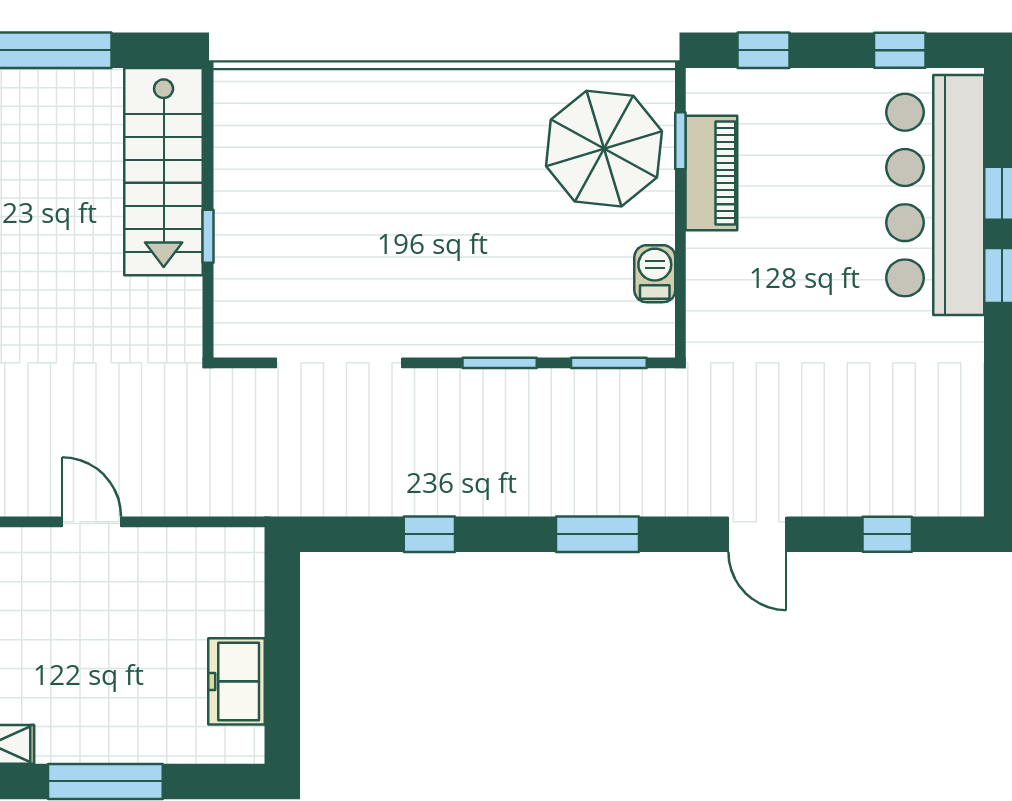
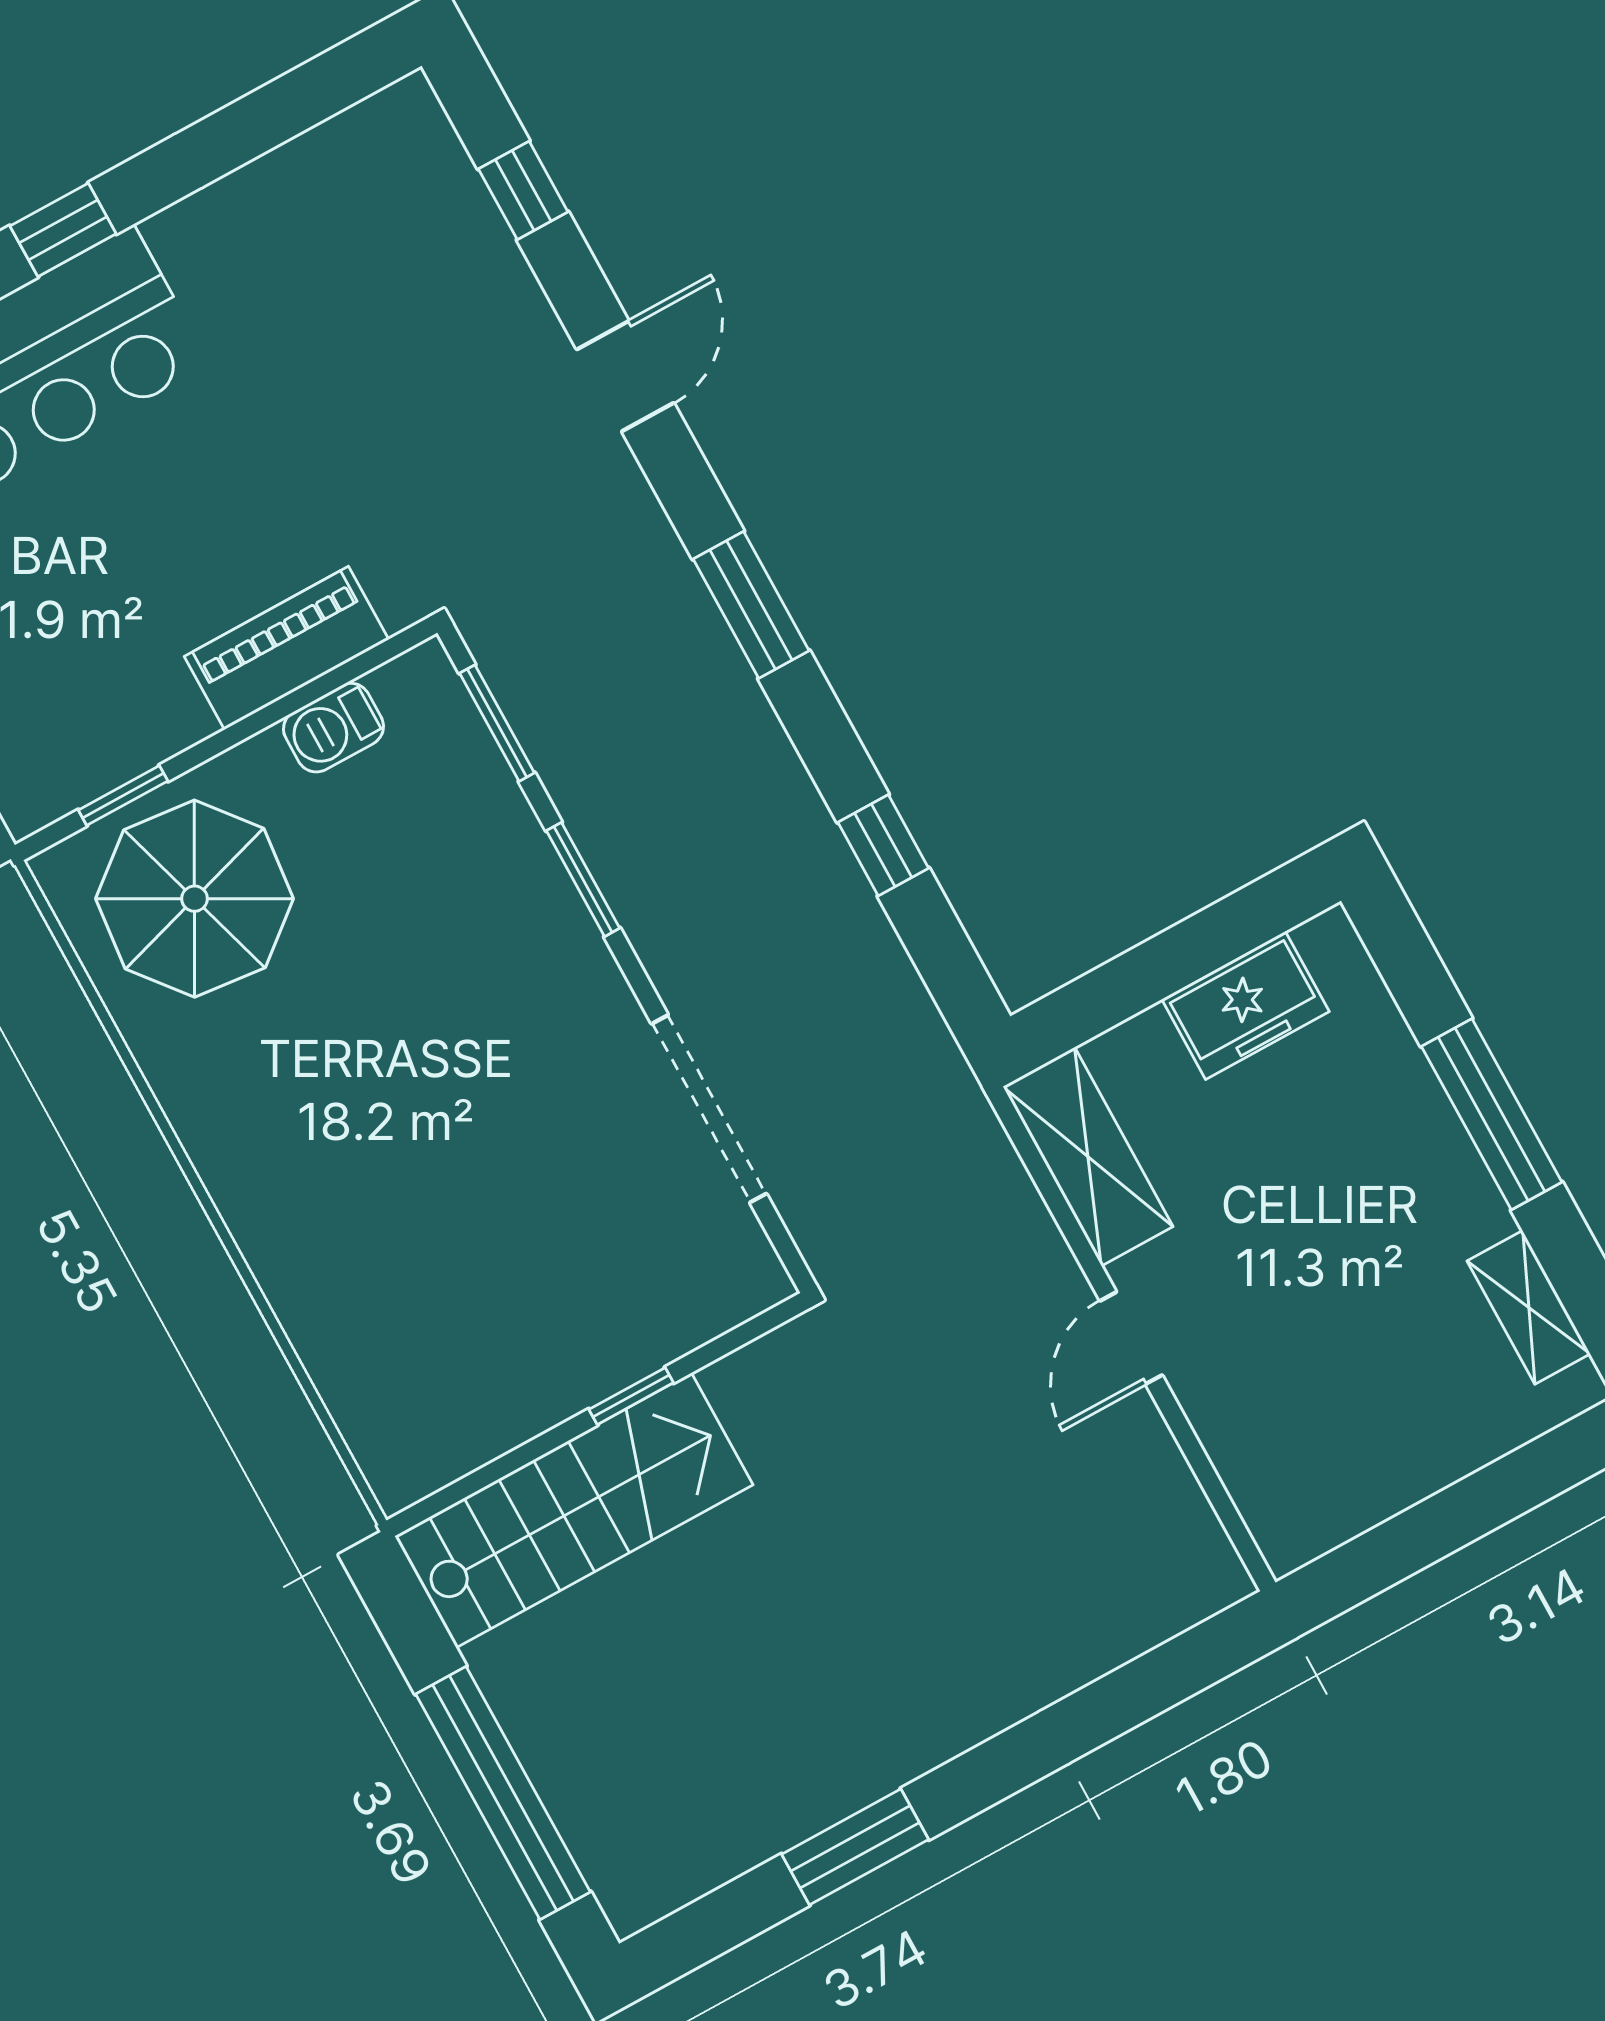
piano: (711, 173) -> (286, 648), moved
shelving: (202, 552) -> (1088, 1157), added

